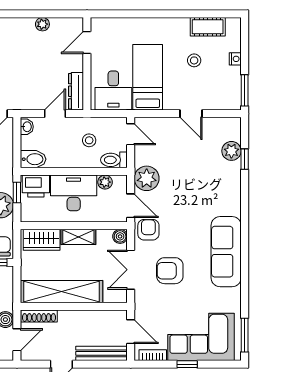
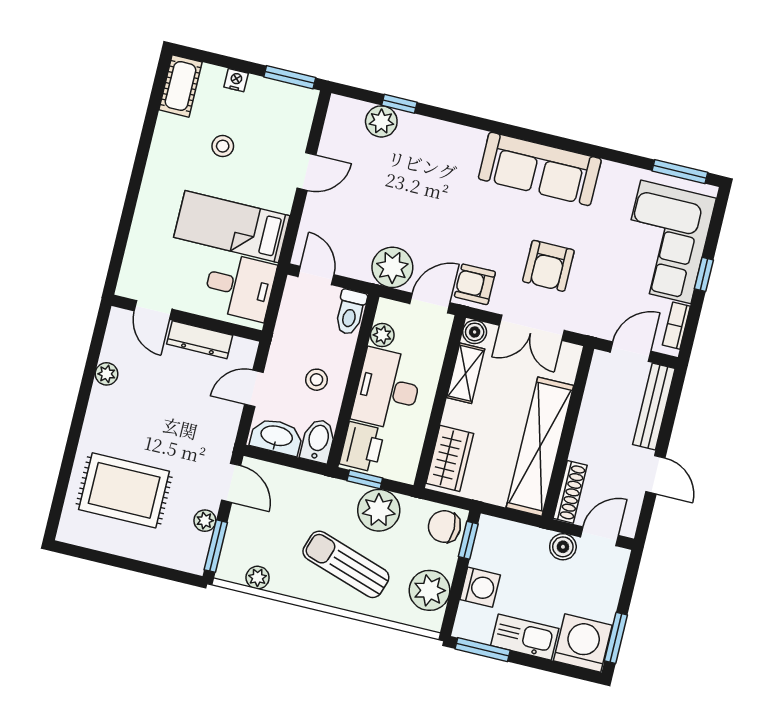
cot: (208, 27) -> (181, 86), moved
dresser: (76, 91) -> (200, 340), moved
door: (55, 114) -> (254, 388), hinge flipped
washbasin: (27, 127) -> (276, 437), width x1.91, depth x1.45
door: (131, 134) -> (316, 276), hinge flipped
stool: (89, 140) -> (317, 380), moved
shelving: (78, 237) -> (466, 373), moved
door: (17, 340) -> (599, 536), hinge flipped

